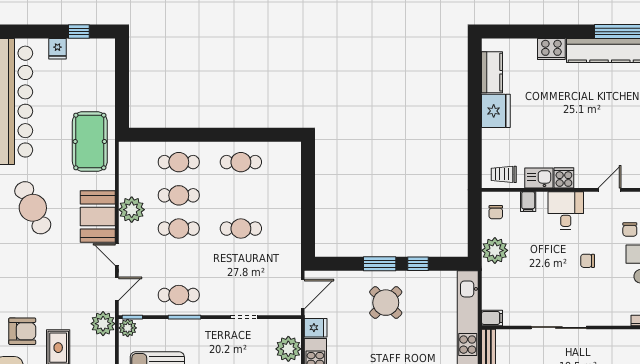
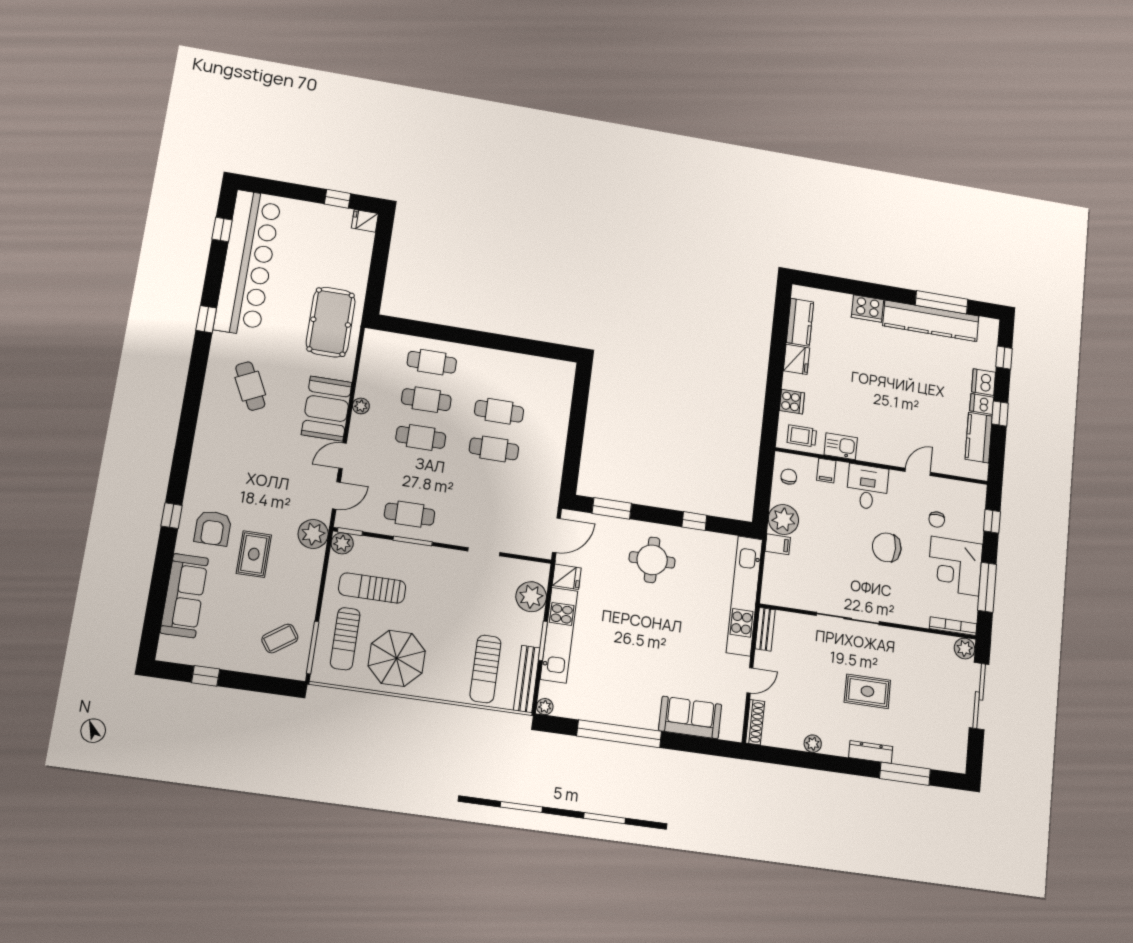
fridge: (57, 49) -> (365, 221), moved, turned 90
fridge: (496, 111) -> (797, 359), width x0.73, depth x0.75
cafe table: (241, 162) -> (499, 411), moved
cooker: (564, 178) -> (792, 402), moved, turned 90
cafe table: (33, 208) -> (250, 386), width x0.73, depth x0.74
plant: (132, 210) -> (361, 406), width x0.53, depth x0.53
chair: (496, 212) -> (789, 477), turned 180
door: (117, 255) -> (343, 456), hinge flipped
chair: (588, 261) -> (887, 547), width x1.87, depth x1.87
window: (380, 264) -> (612, 508), moved
round table: (386, 303) -> (652, 560), turned 45
filing cabinet: (492, 318) -> (778, 544), moved
armchair: (22, 331) -> (213, 528), turned 90

